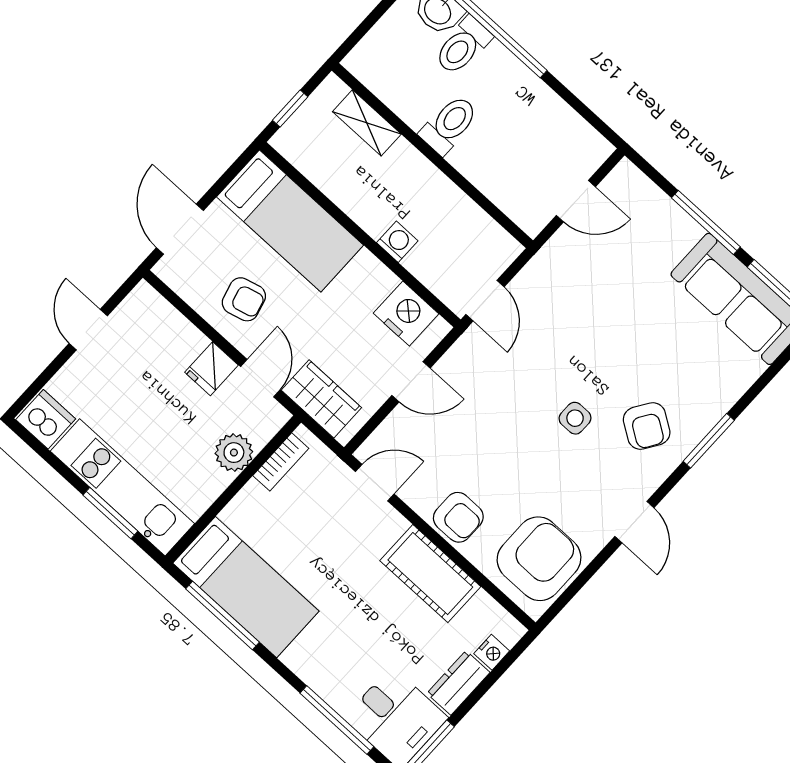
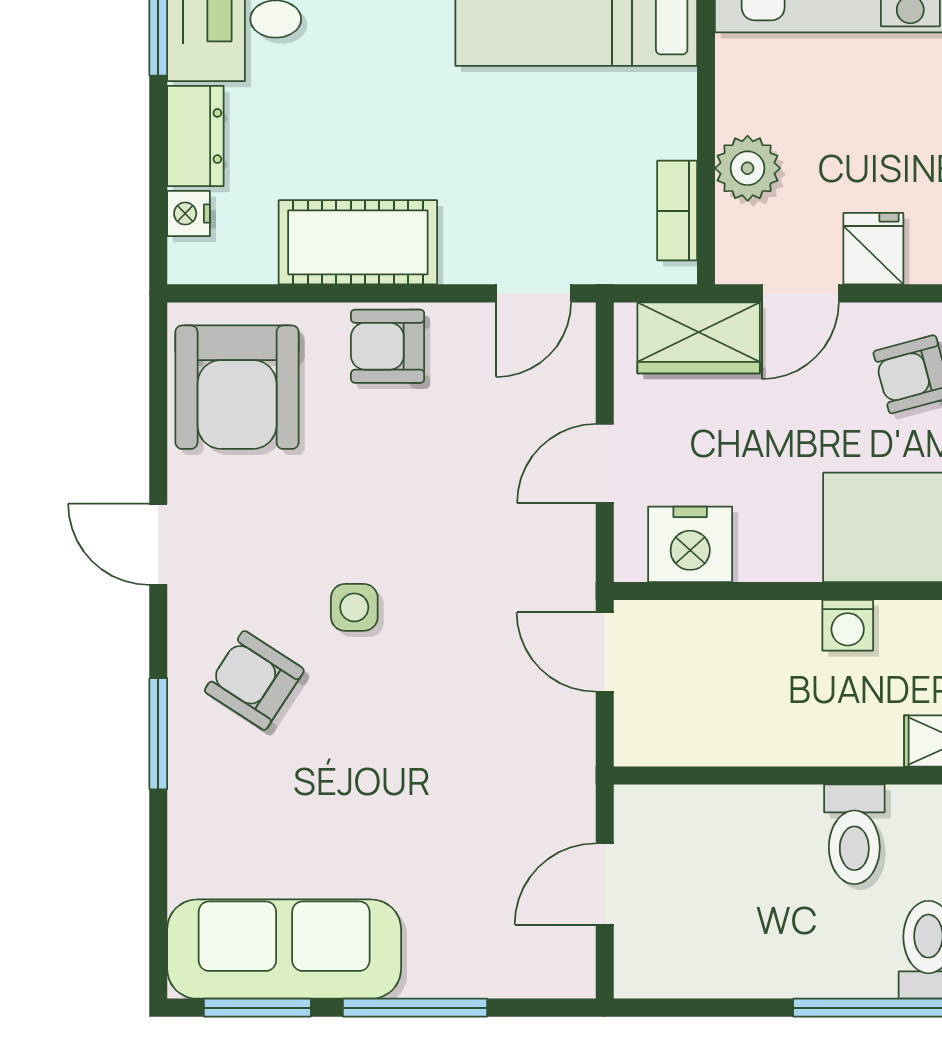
washing machine: (397, 242) -> (848, 625), moved
door: (260, 378) -> (800, 293), hinge flipped

